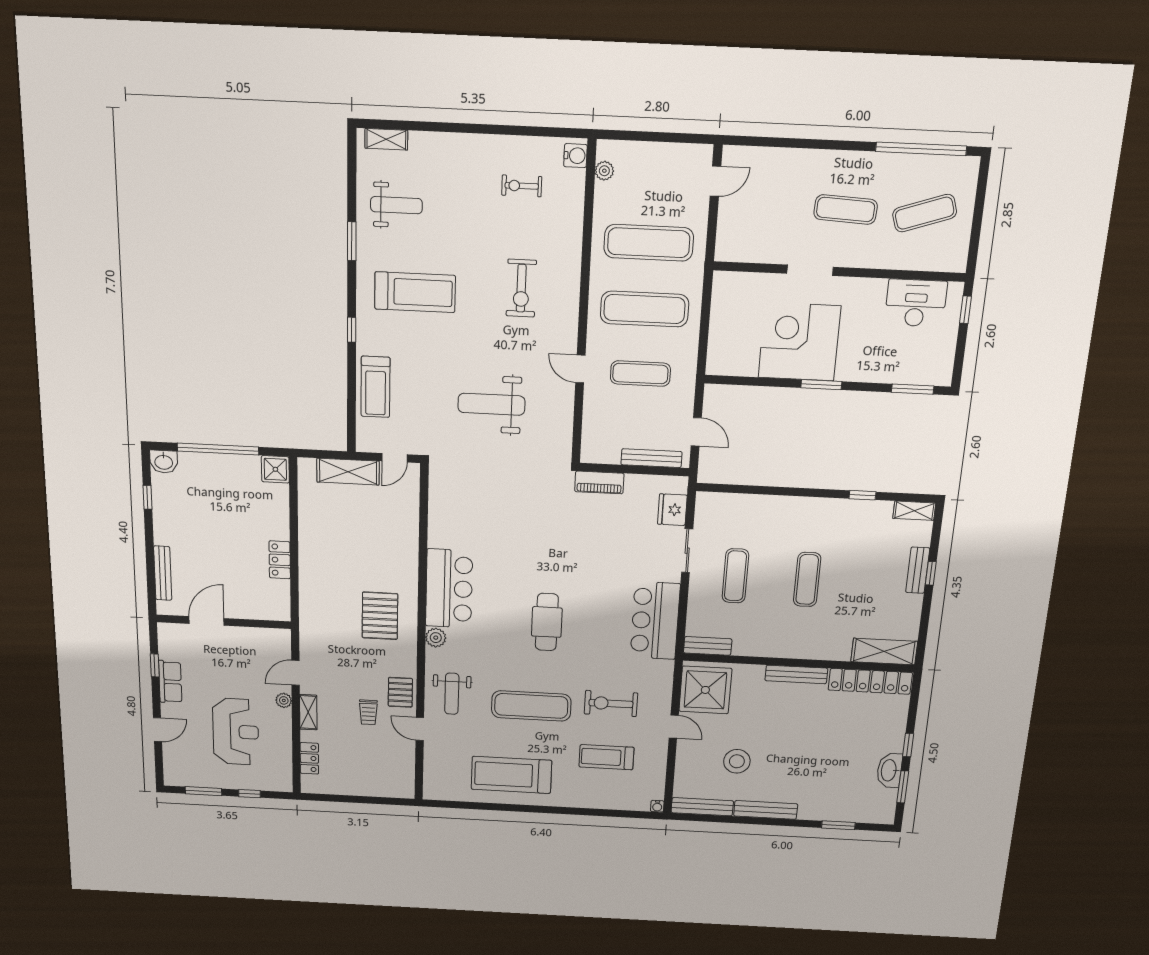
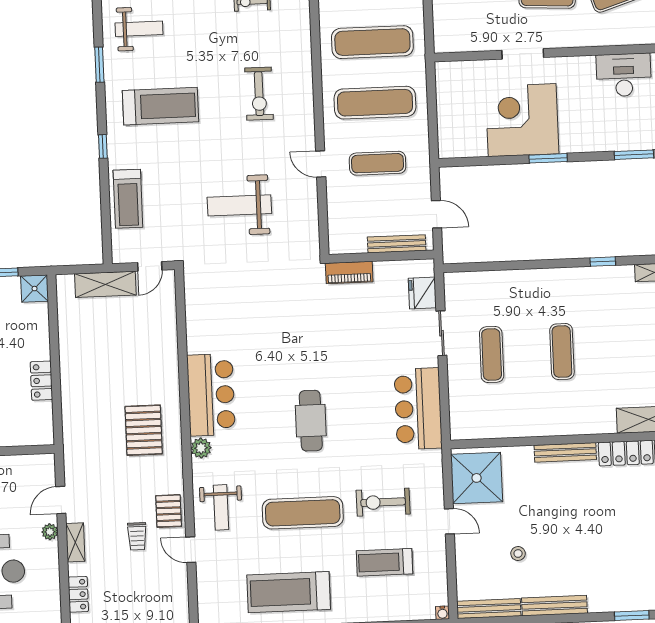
bench: (708, 646) -> (473, 430), removed
stool: (737, 761) -> (518, 554), width x0.53, depth x0.53

